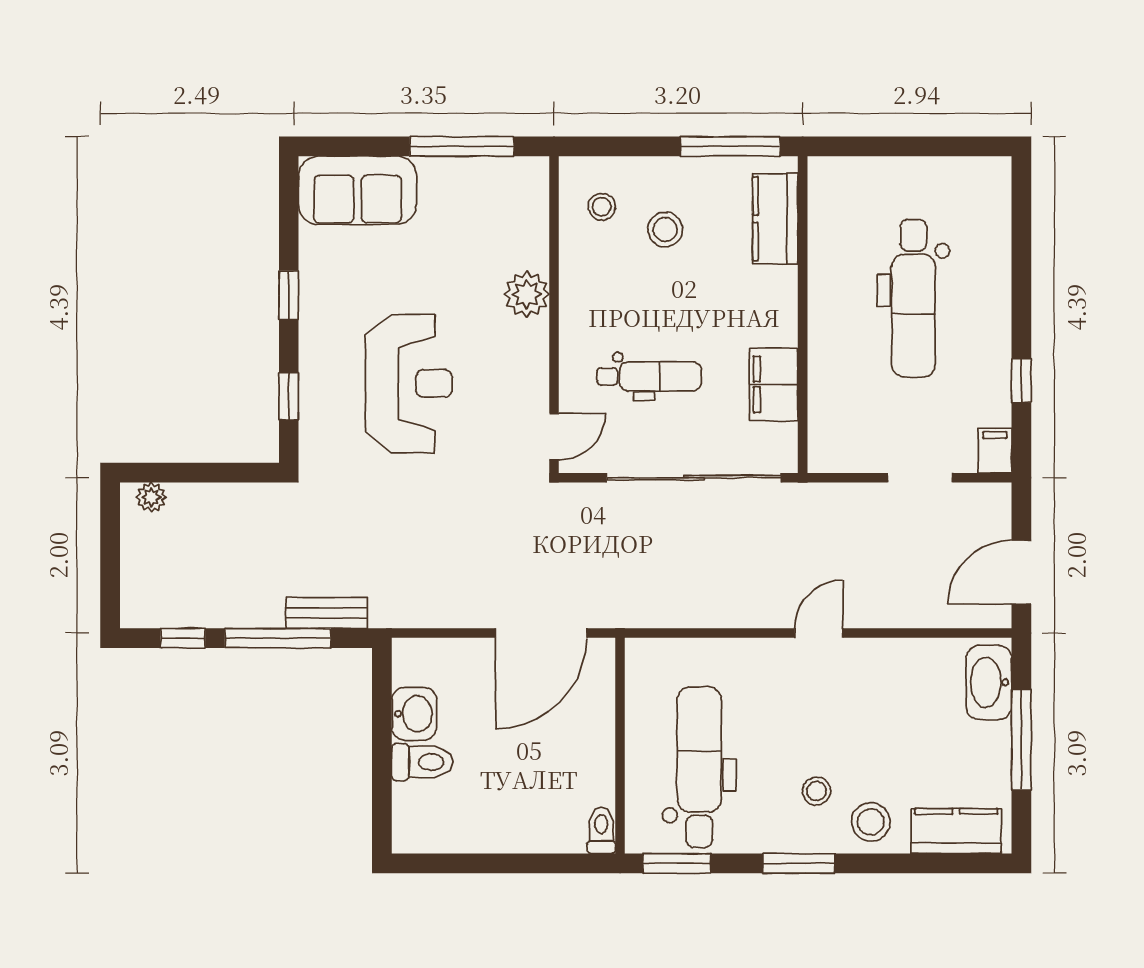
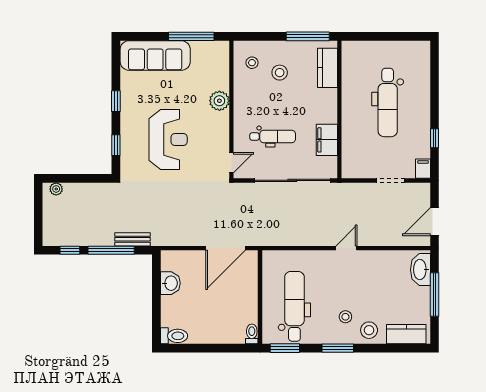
sofa: (358, 190) -> (155, 56), width x1.36
toilet: (422, 762) -> (174, 336), moved

